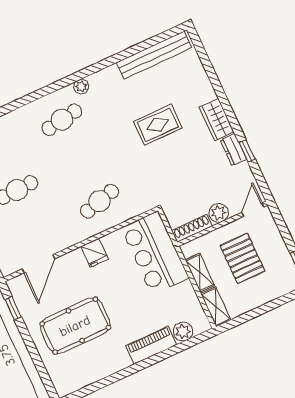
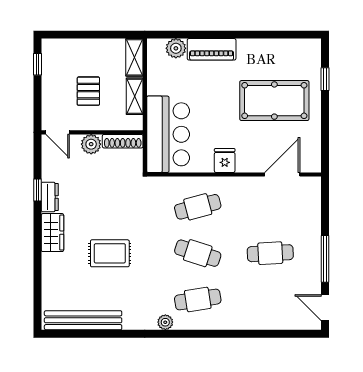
cafe table: (81, 160) -> (198, 253), added
door: (253, 210) -> (58, 132), hinge flipped
pallet: (242, 258) -> (88, 91), width x0.67, depth x0.71
window: (13, 308) -> (325, 79), moved

